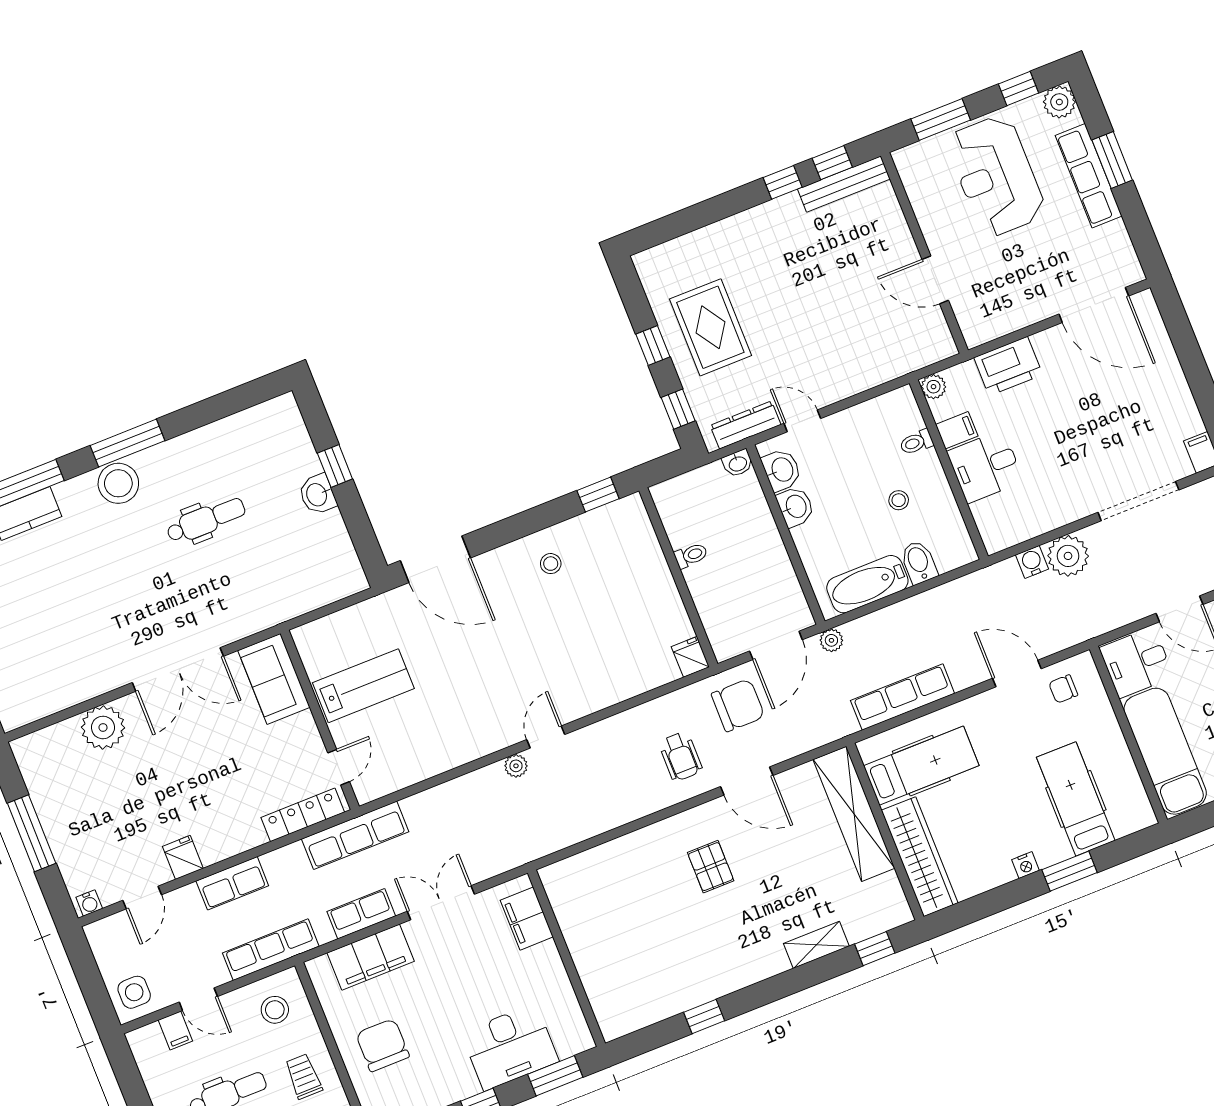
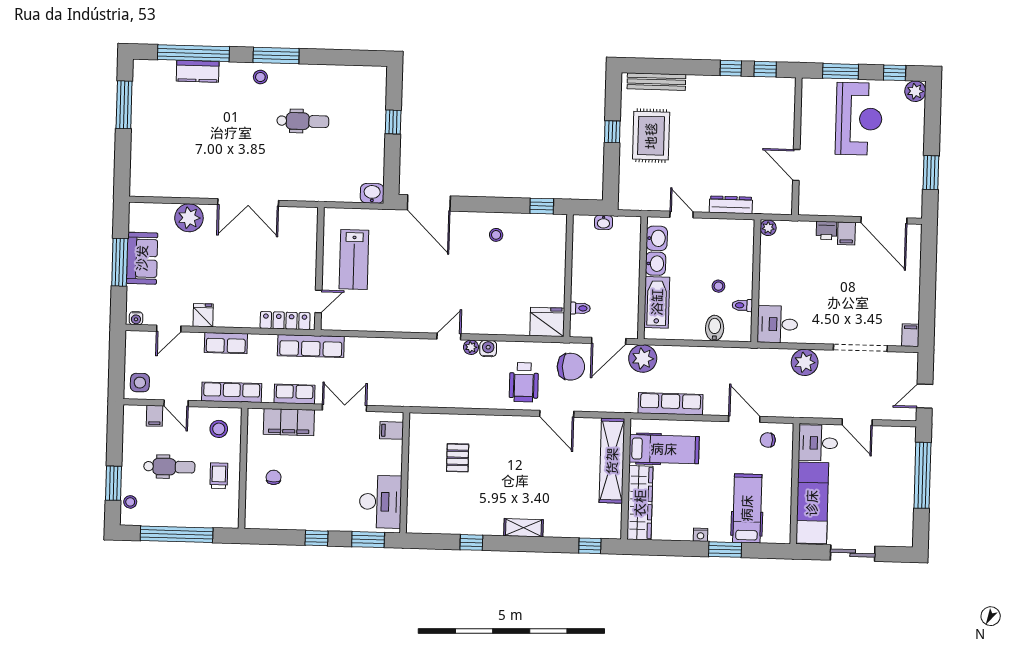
window: (1112, 160) -> (931, 173), moved
reception desk: (996, 176) -> (859, 119), turned 180
row of seats: (1089, 176) -> (914, 142), removed
bench: (844, 184) -> (656, 82), moved
printer: (1008, 366) -> (826, 231), width x0.53, depth x0.68
window: (678, 409) -> (611, 176), removed
dresser: (746, 425) -> (731, 205), moved
filing cabinet: (957, 430) -> (846, 233), moved, turned 90
toilet: (916, 442) -> (742, 305), moved
washbasin: (738, 463) -> (604, 222), moved
desk: (985, 466) -> (777, 324), moved
stool: (118, 483) -> (260, 77), width x0.53, depth x0.53
washbasin: (317, 494) -> (372, 193), moved, turned 90
toilet: (691, 555) -> (580, 308), moved
water cooler: (1032, 562) -> (488, 349), moved
bathtub: (867, 584) -> (657, 302), moved, turned 90
plant: (831, 640) -> (643, 359), width x1.87, depth x1.87
fridge: (690, 657) -> (547, 322), width x1.88, depth x1.34
sofa: (274, 679) -> (142, 258), moved, turned 180
lab bench: (363, 686) -> (354, 259), turned 90
wheelchair: (680, 756) -> (524, 382), width x1.36, depth x1.37
plant: (516, 766) -> (471, 347), moved
pallet: (711, 867) -> (458, 458), moved
filing cabinet: (527, 919) -> (392, 430), width x0.50
shelving: (816, 945) -> (524, 528), moved
chair: (383, 1045) -> (274, 477), width x0.54, depth x0.54
desk: (510, 1047) -> (380, 502), moved, turned -90

